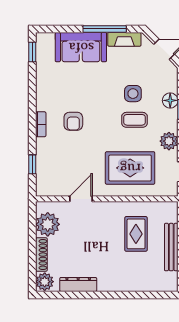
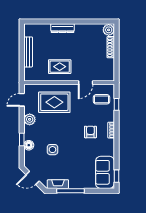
sofa: (81, 47) -> (105, 172), moved, turned -90
coffee table: (134, 120) -> (102, 99), moved
plant: (48, 224) -> (107, 66), removed
rug: (136, 234) -> (60, 67), moved, turned 90
dresser: (78, 284) -> (63, 28), moved

